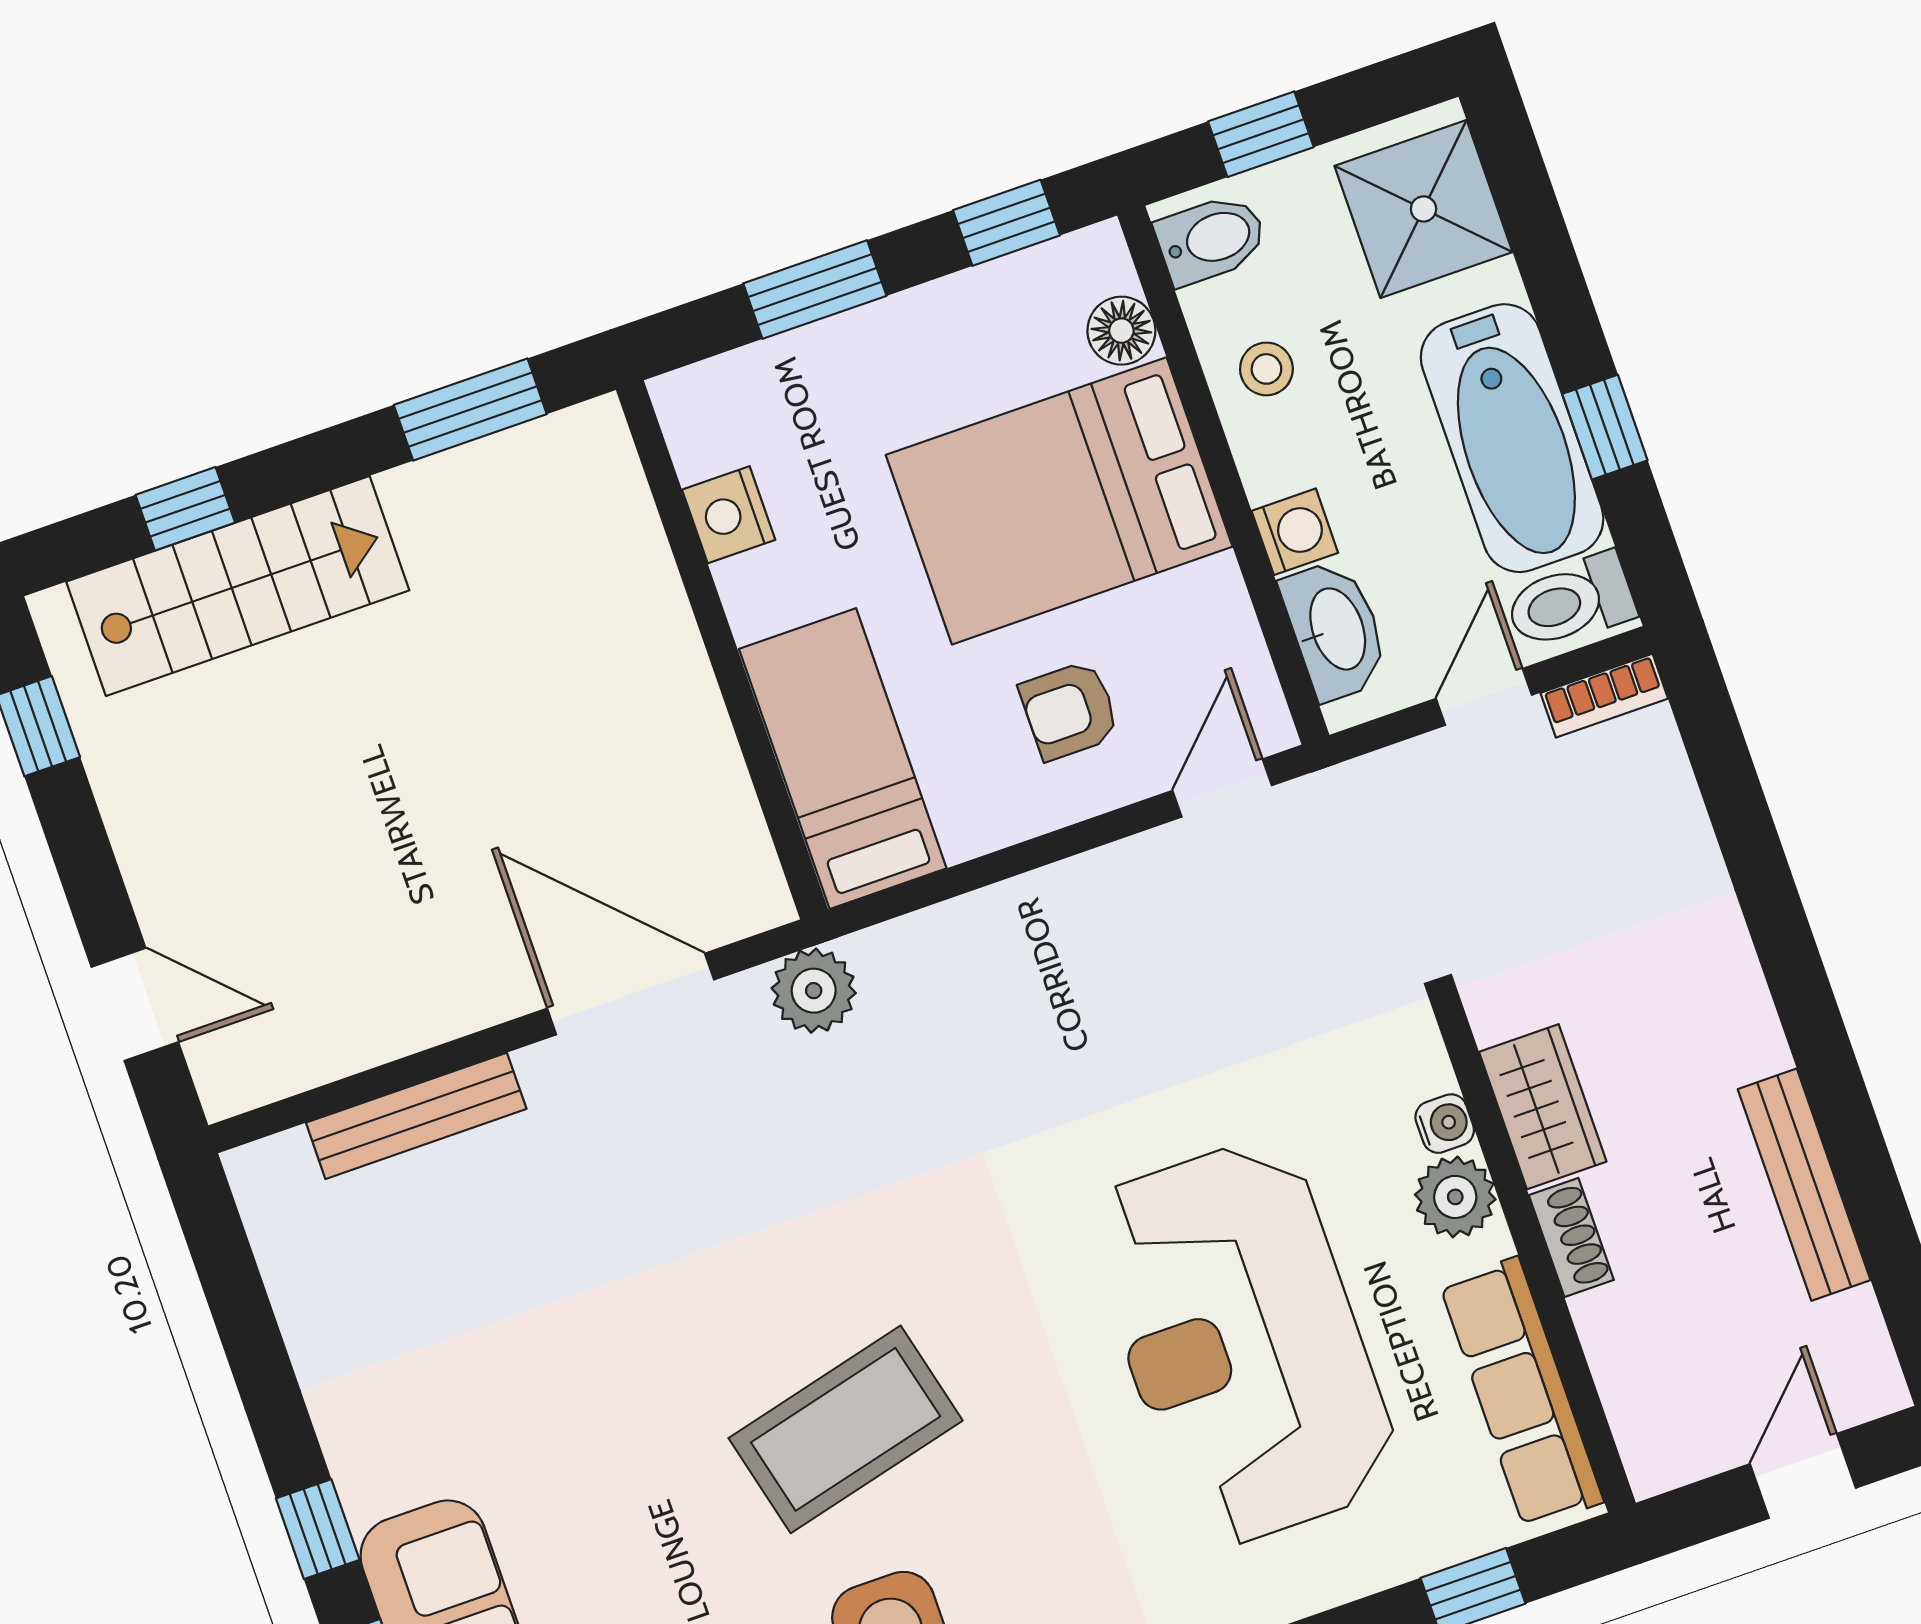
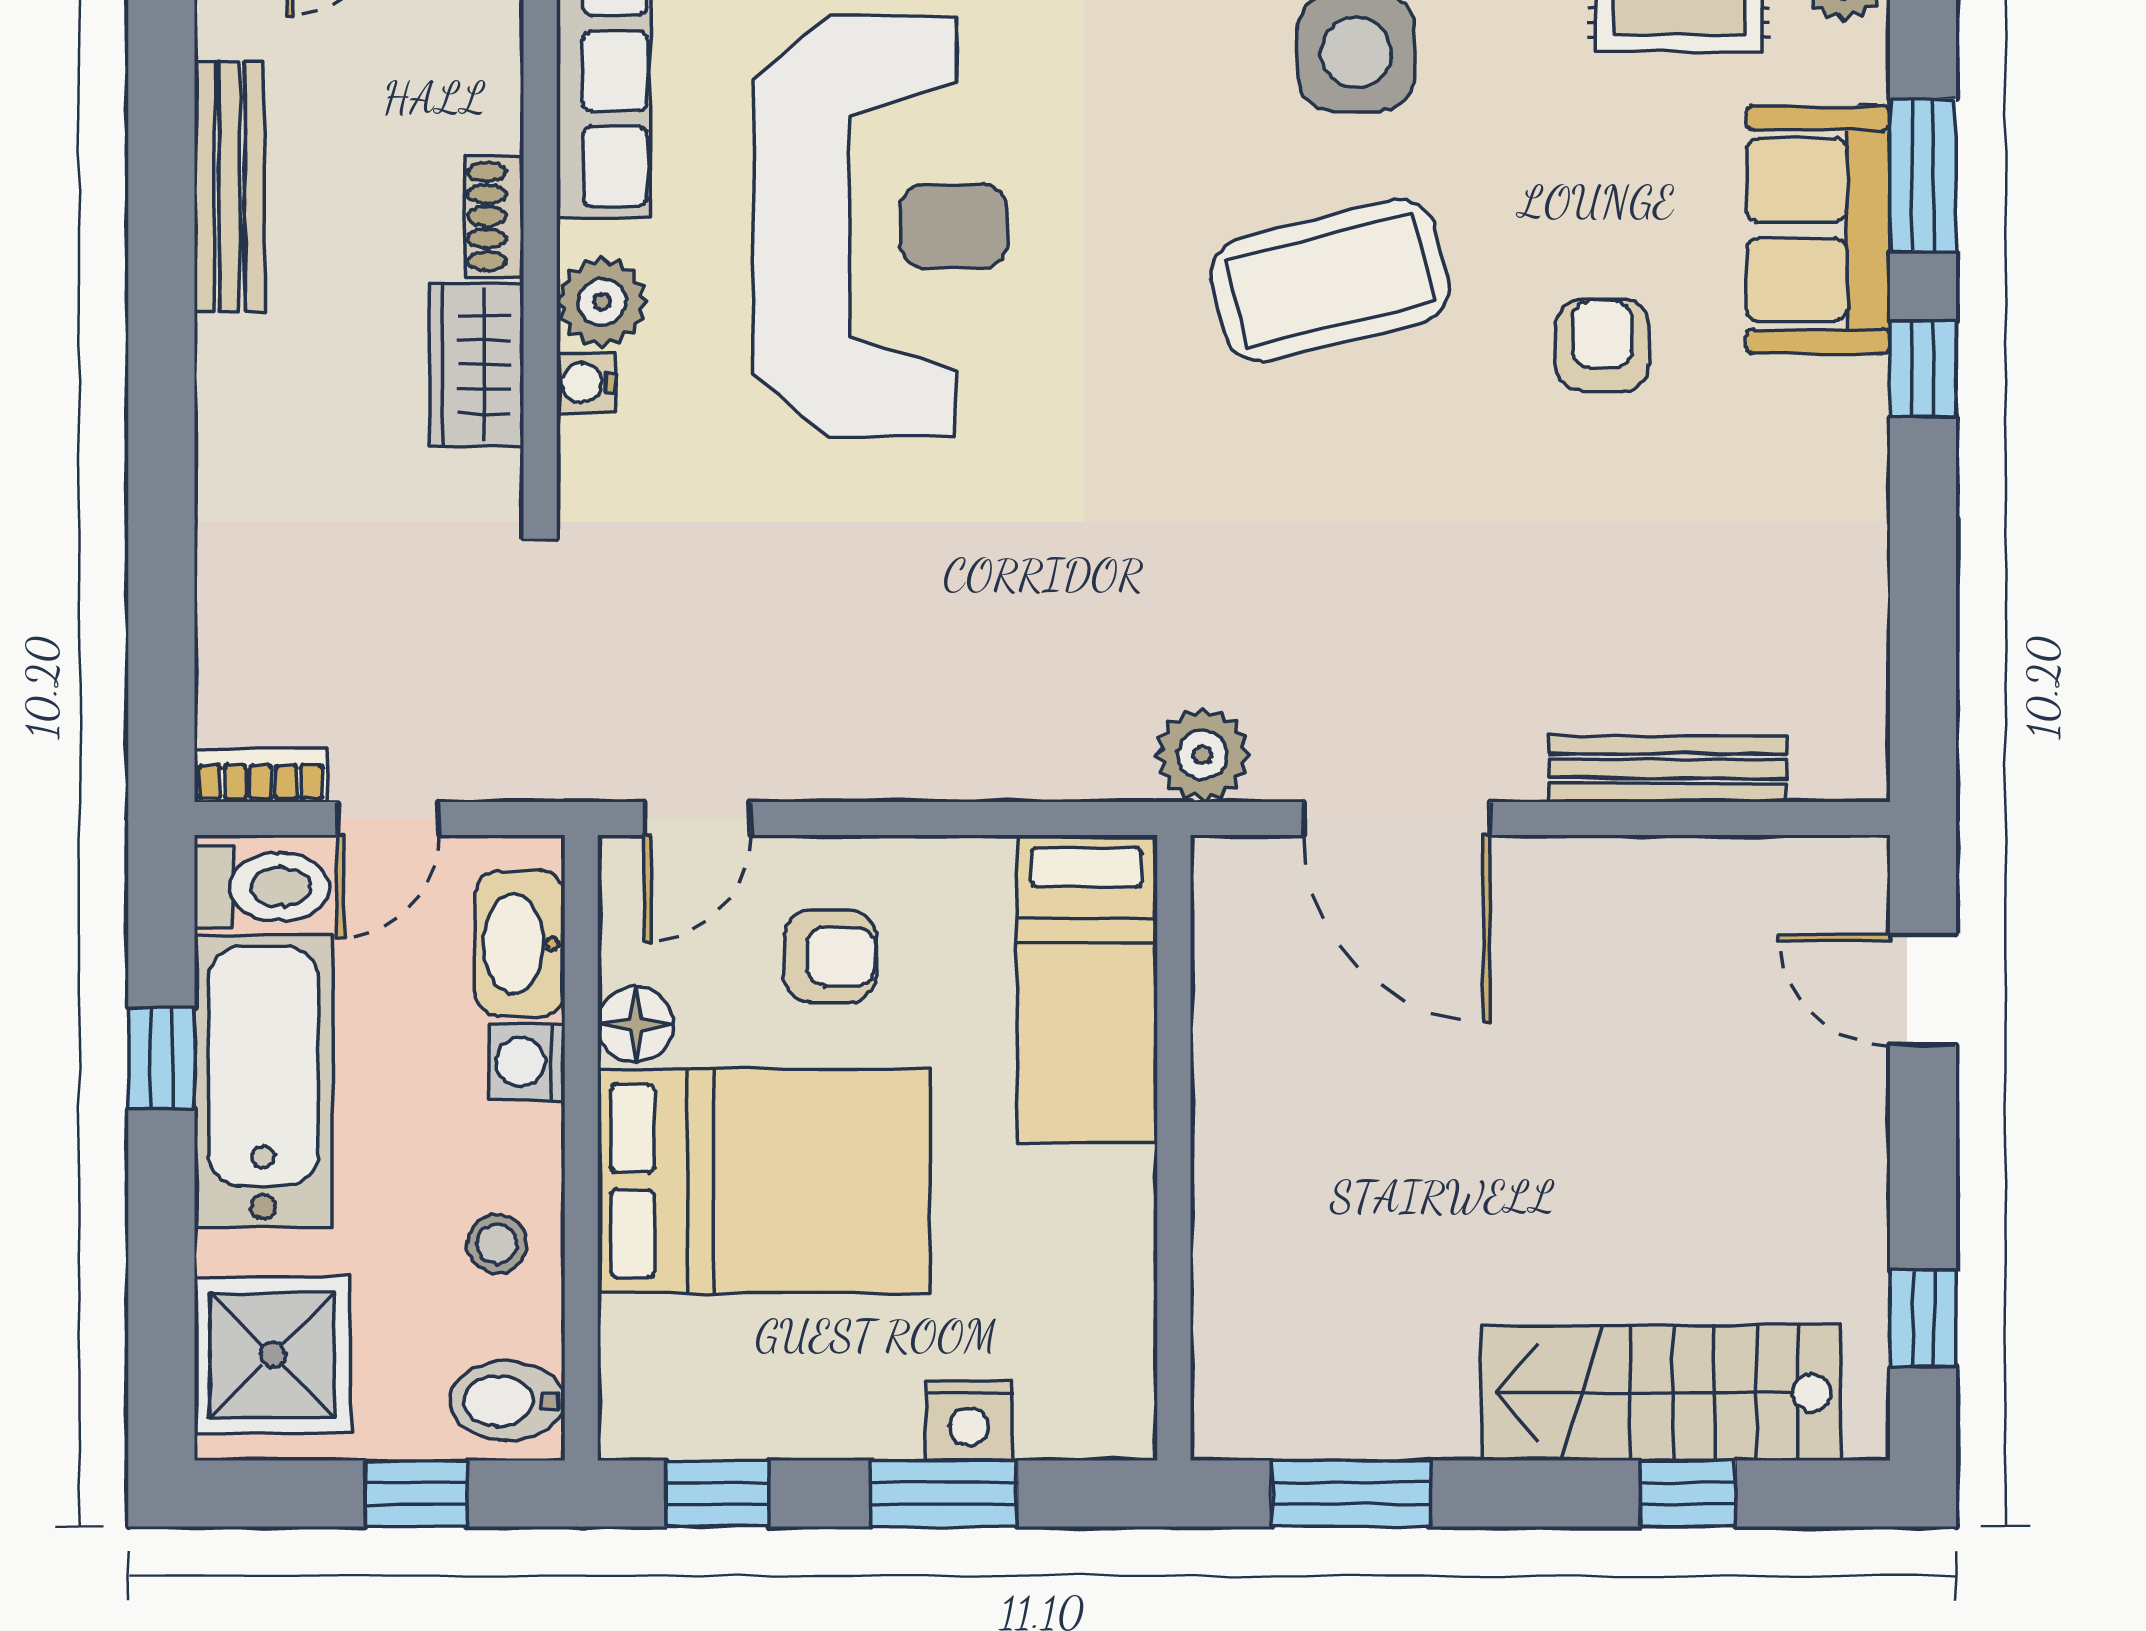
floor lamp: (1121, 331) -> (636, 1024), moved
nightstand: (729, 515) -> (969, 1420), moved, turned 90
armchair: (596, 1455) -> (1602, 345), added

